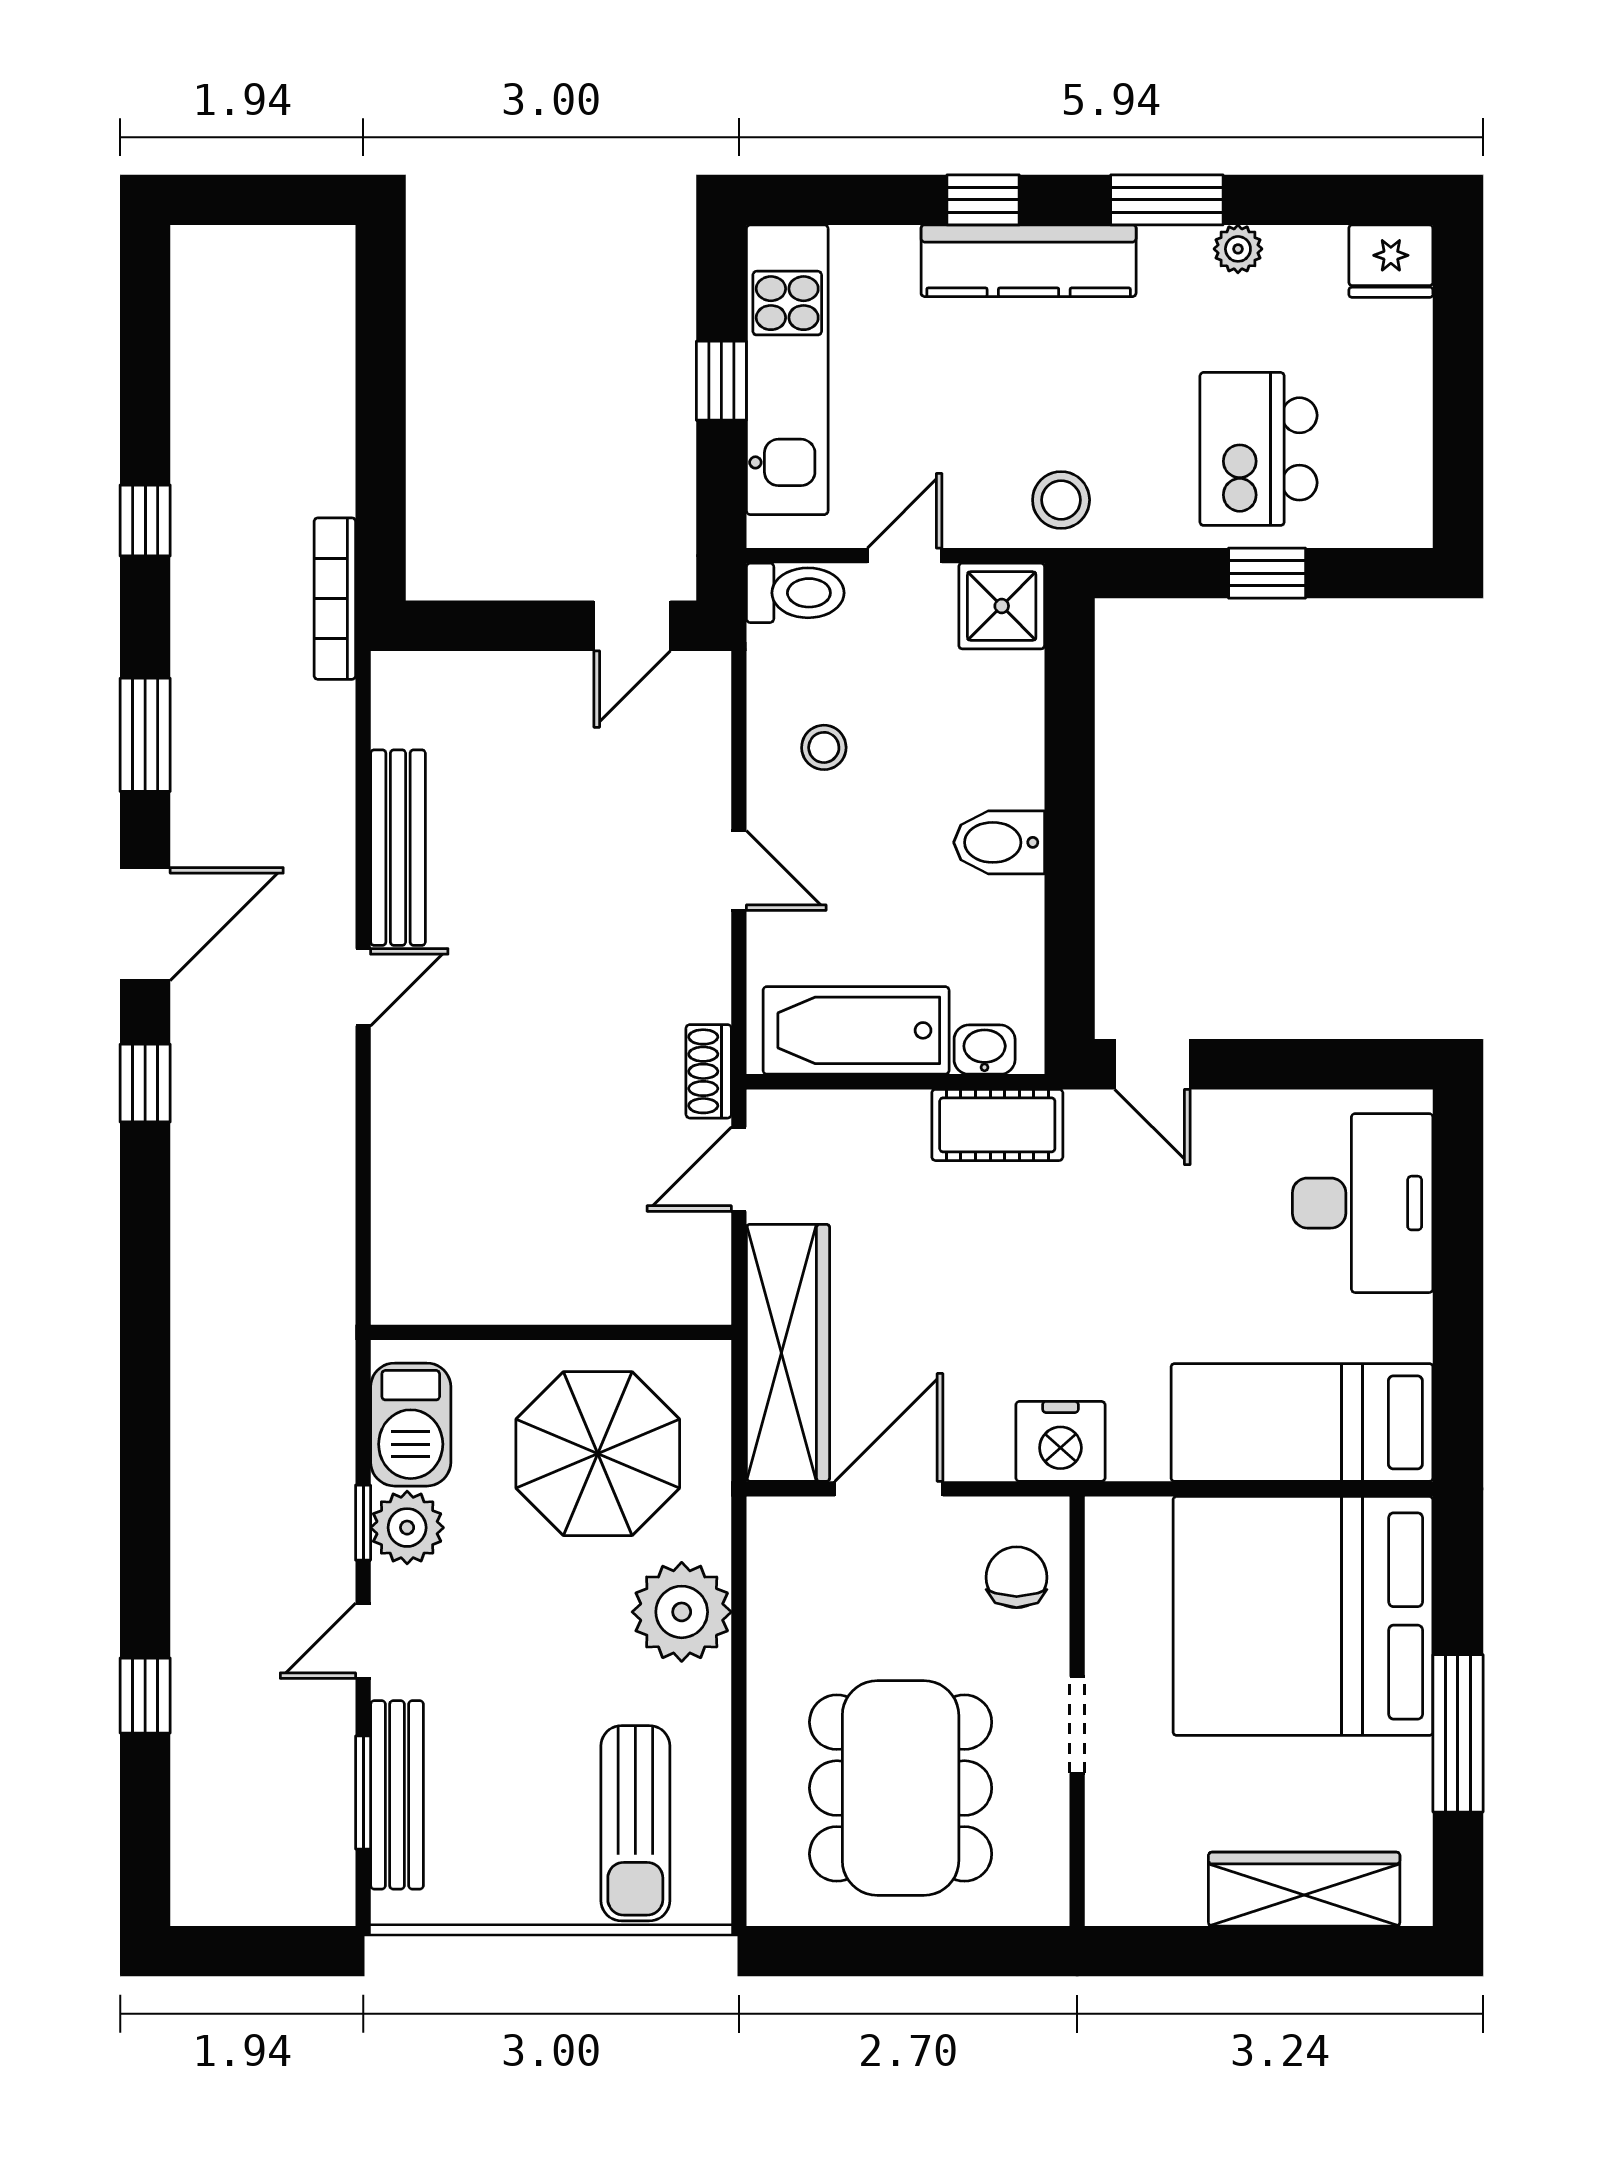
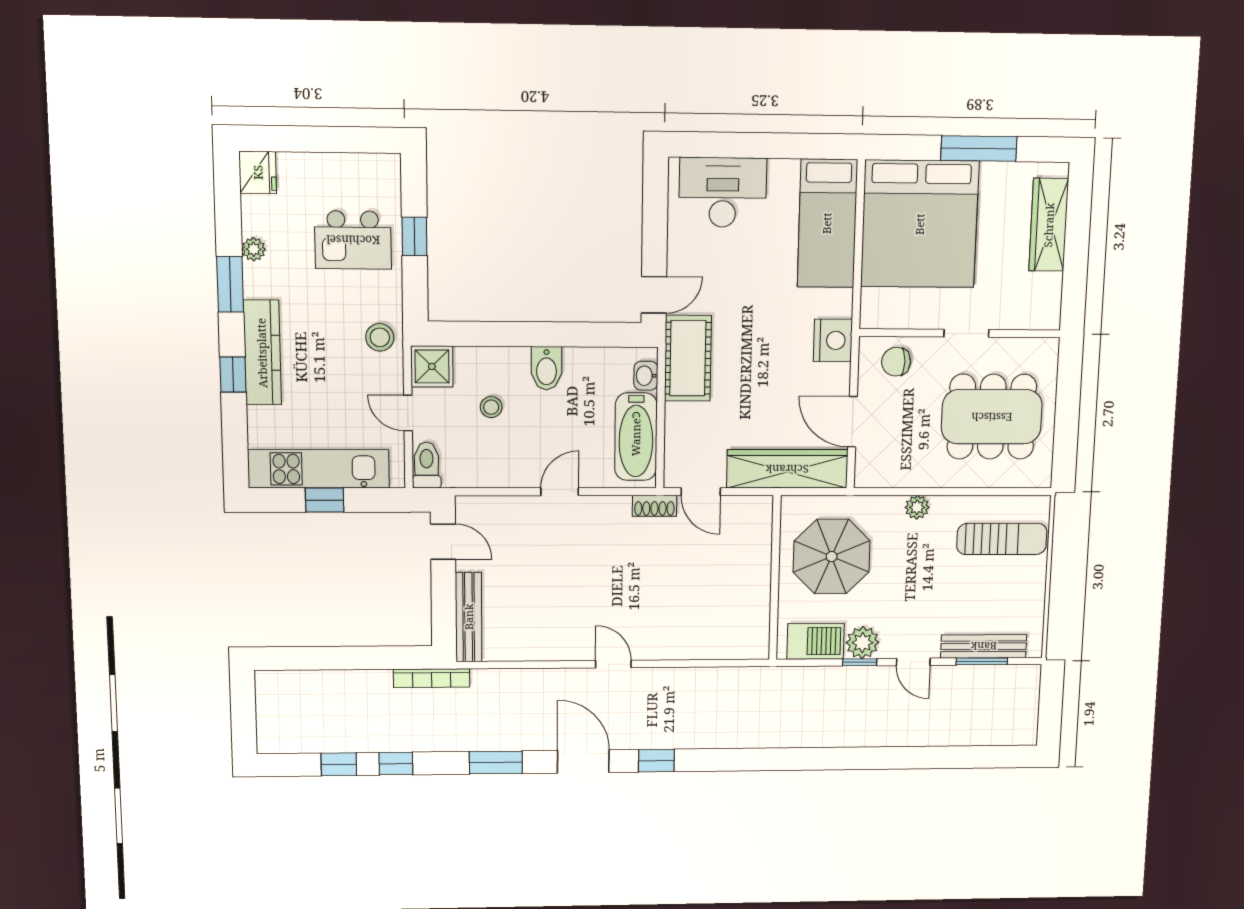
stool: (824, 747) -> (491, 407), moved
bench: (398, 848) -> (469, 617), moved, turned 90
cot: (997, 1125) -> (688, 358), width x1.37, depth x1.34
plant: (682, 1612) -> (917, 507), width x0.53, depth x0.53
window: (145, 1696) -> (339, 764), moved

